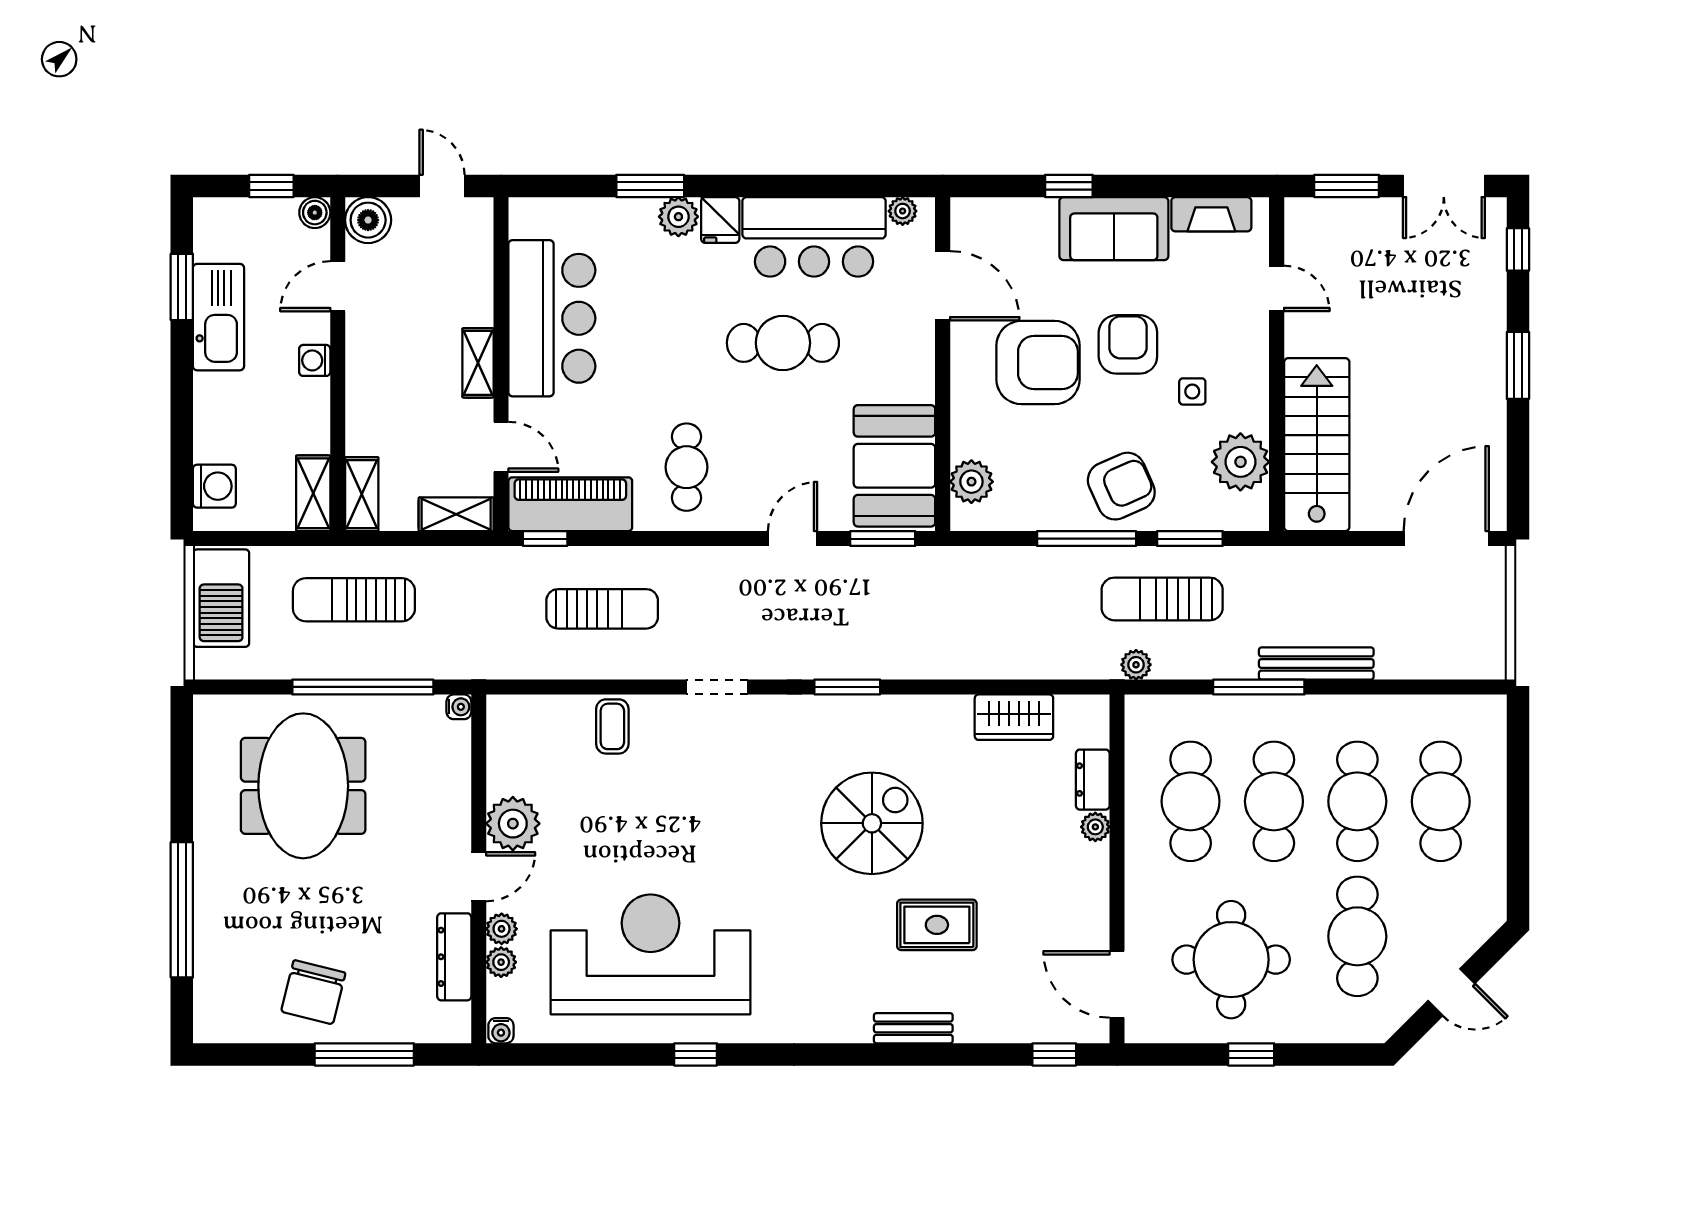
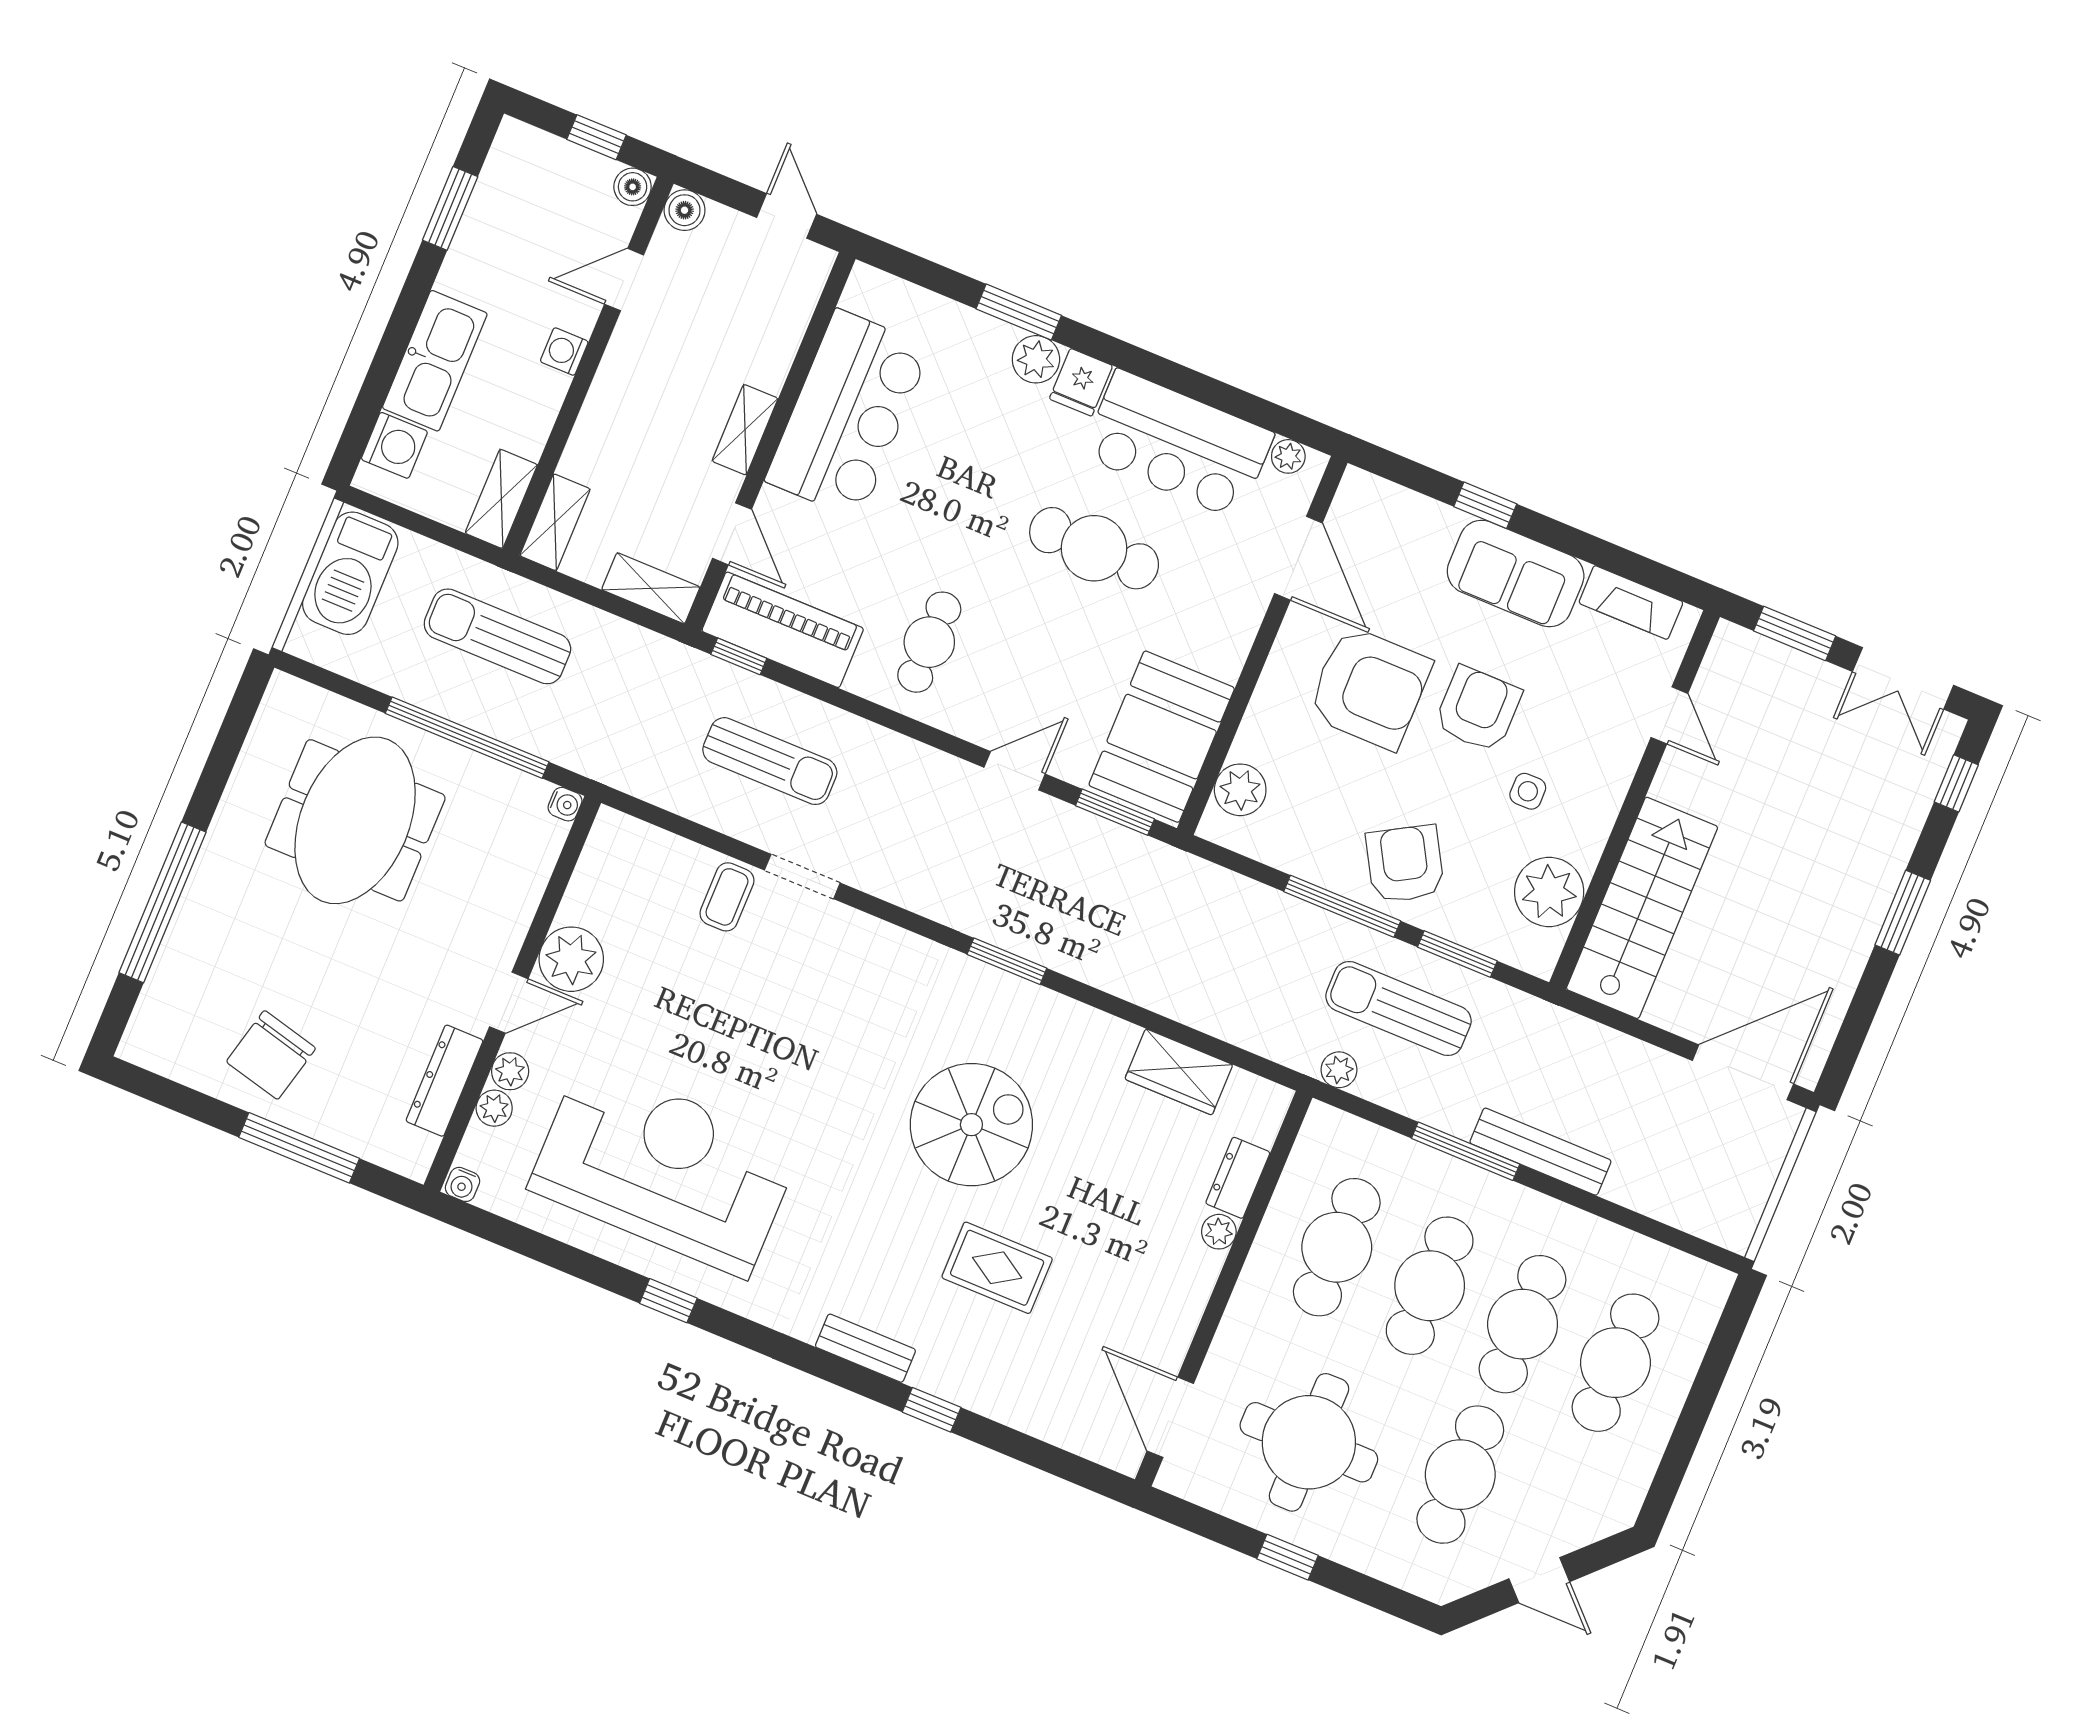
boiler: (368, 220) -> (685, 210), width x0.73, depth x0.73
kitchen sink: (218, 317) -> (435, 361), moved
armchair: (1121, 486) -> (1405, 864), turned -96
doorway: (717, 687) -> (802, 877), moved
bench: (913, 1028) -> (865, 1348), moved
window: (1054, 1054) -> (932, 1410), moved

